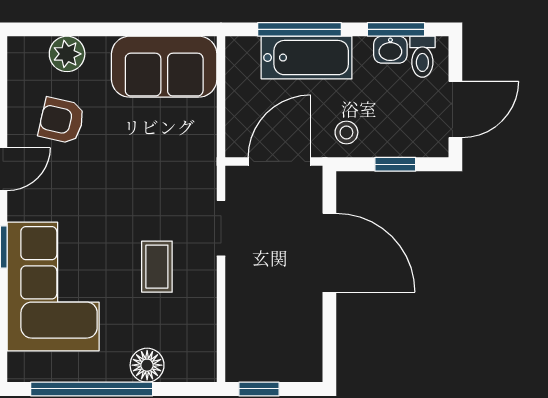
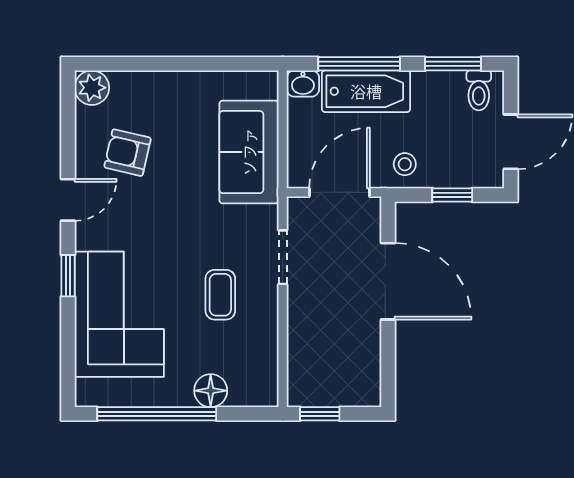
washbasin: (390, 50) -> (303, 84), moved
plant: (67, 54) -> (92, 88), moved
sofa: (164, 67) -> (249, 152), moved, turned 90

